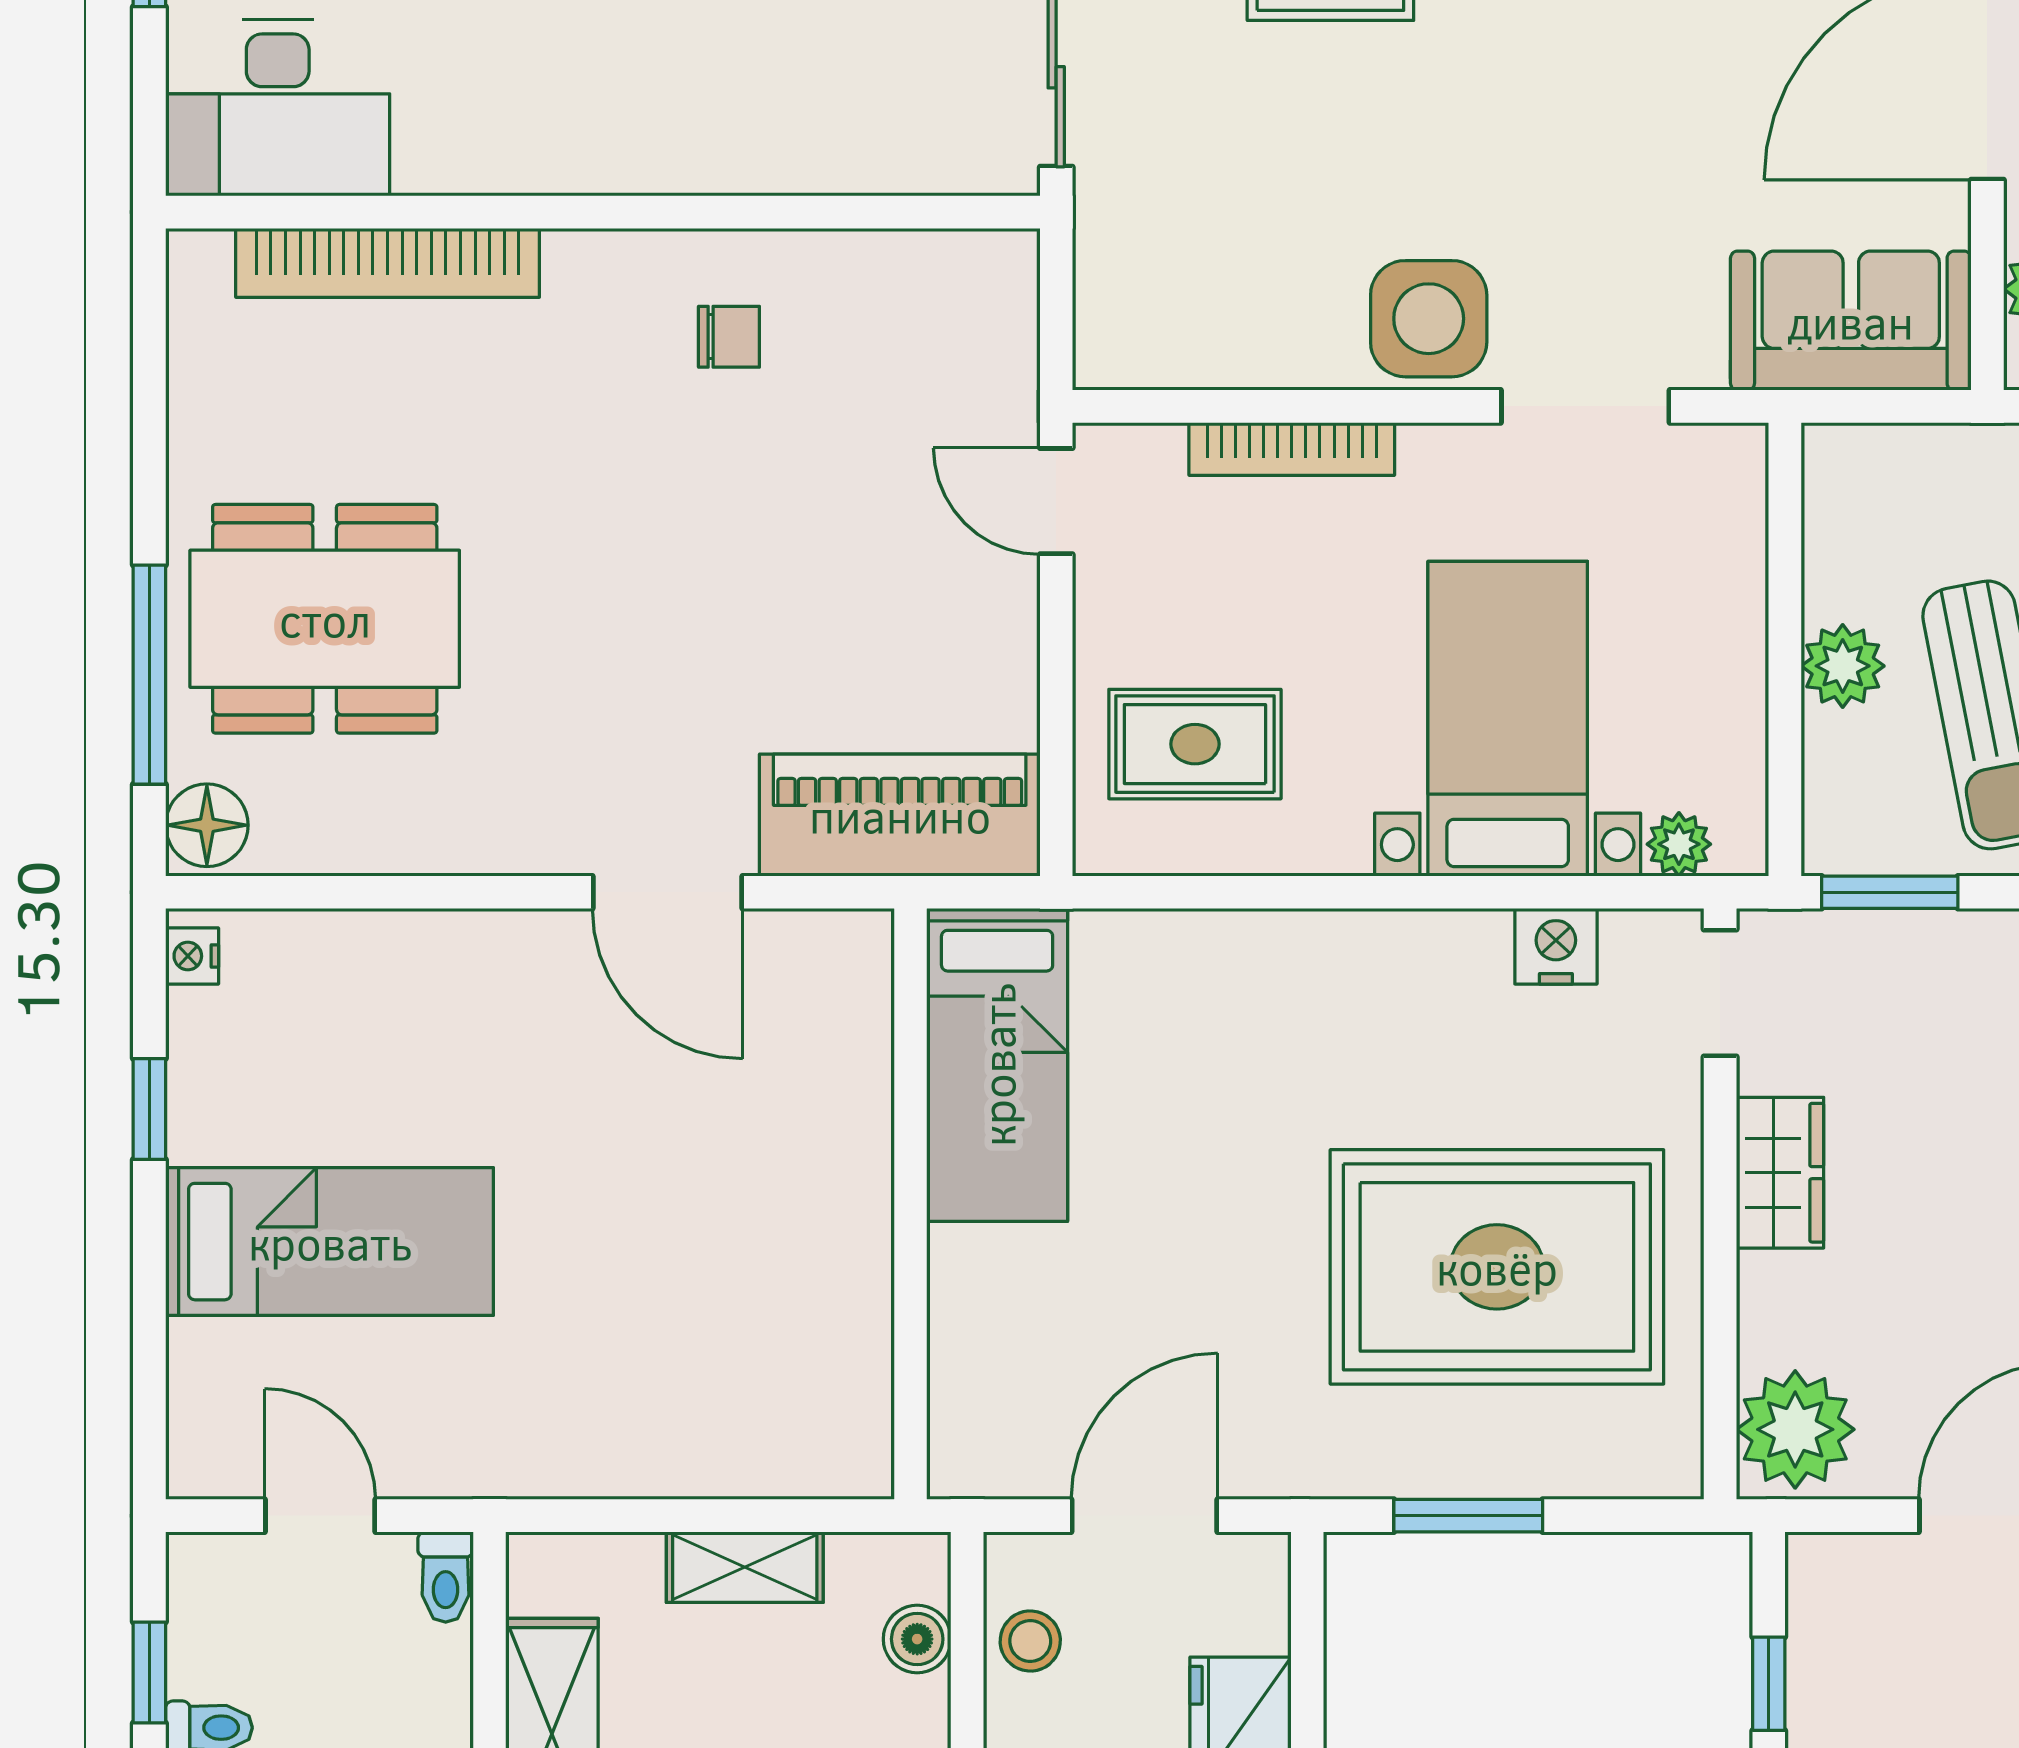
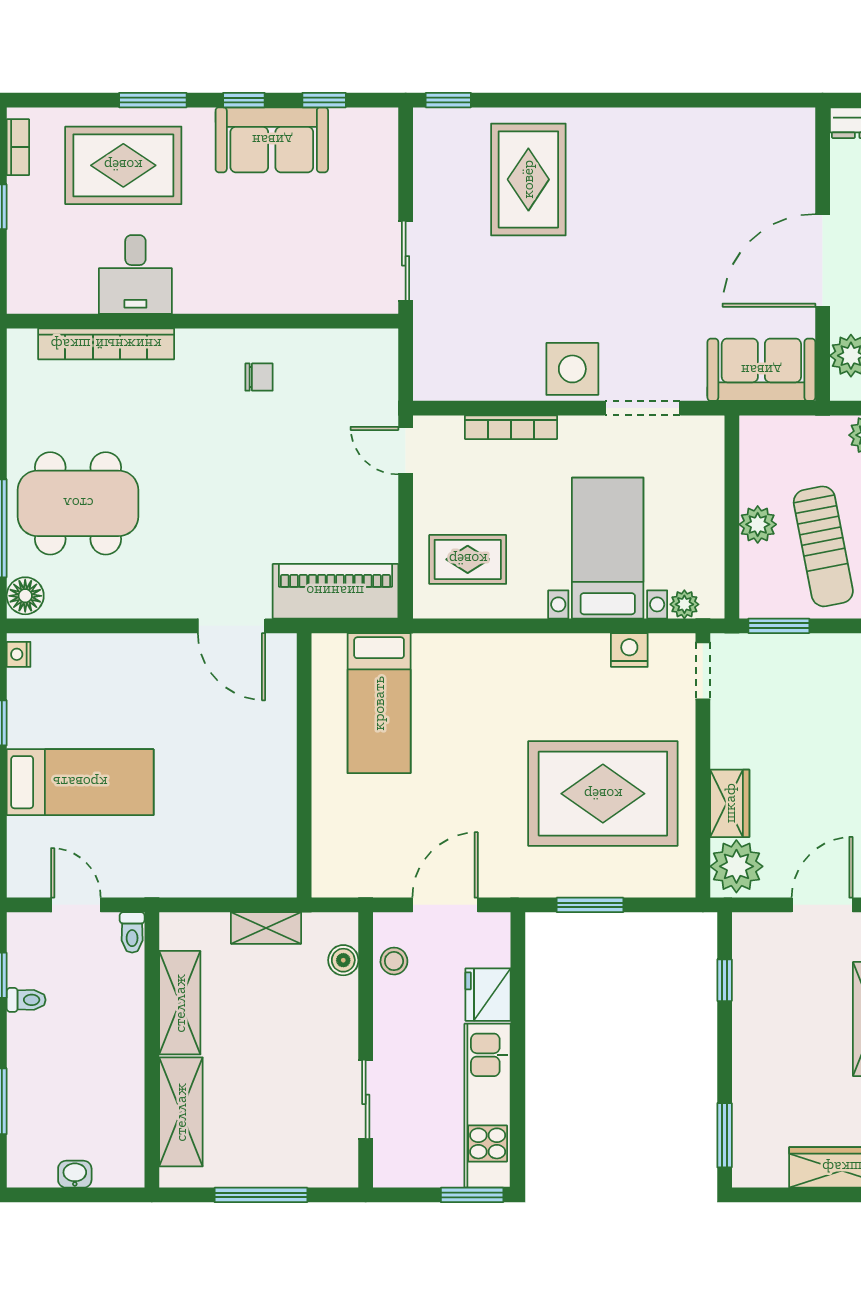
desk: (278, 108) -> (135, 275), moved, width x0.73
wardrobe: (1780, 1173) -> (730, 803), moved
wall: (910, 1204) -> (304, 765), moved

